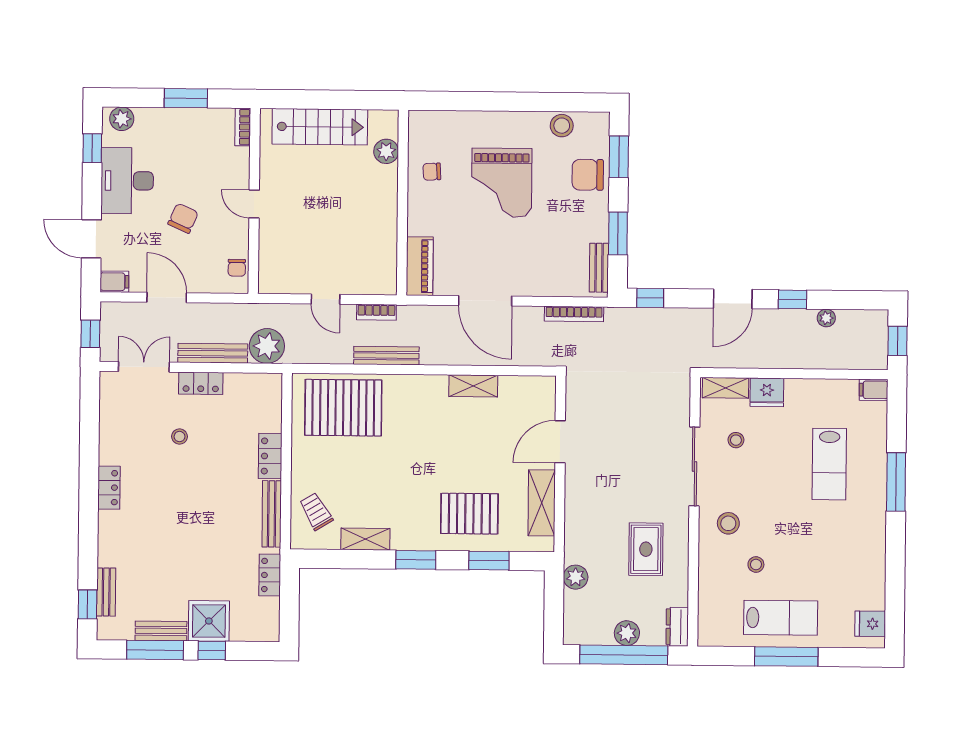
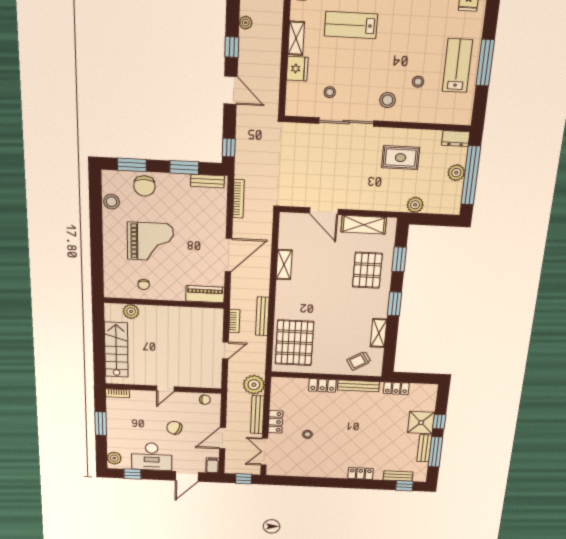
shelving: (725, 388) -> (296, 38), moved
lab bench: (829, 464) -> (351, 25), turned 180
locker: (109, 488) -> (361, 473), moved

